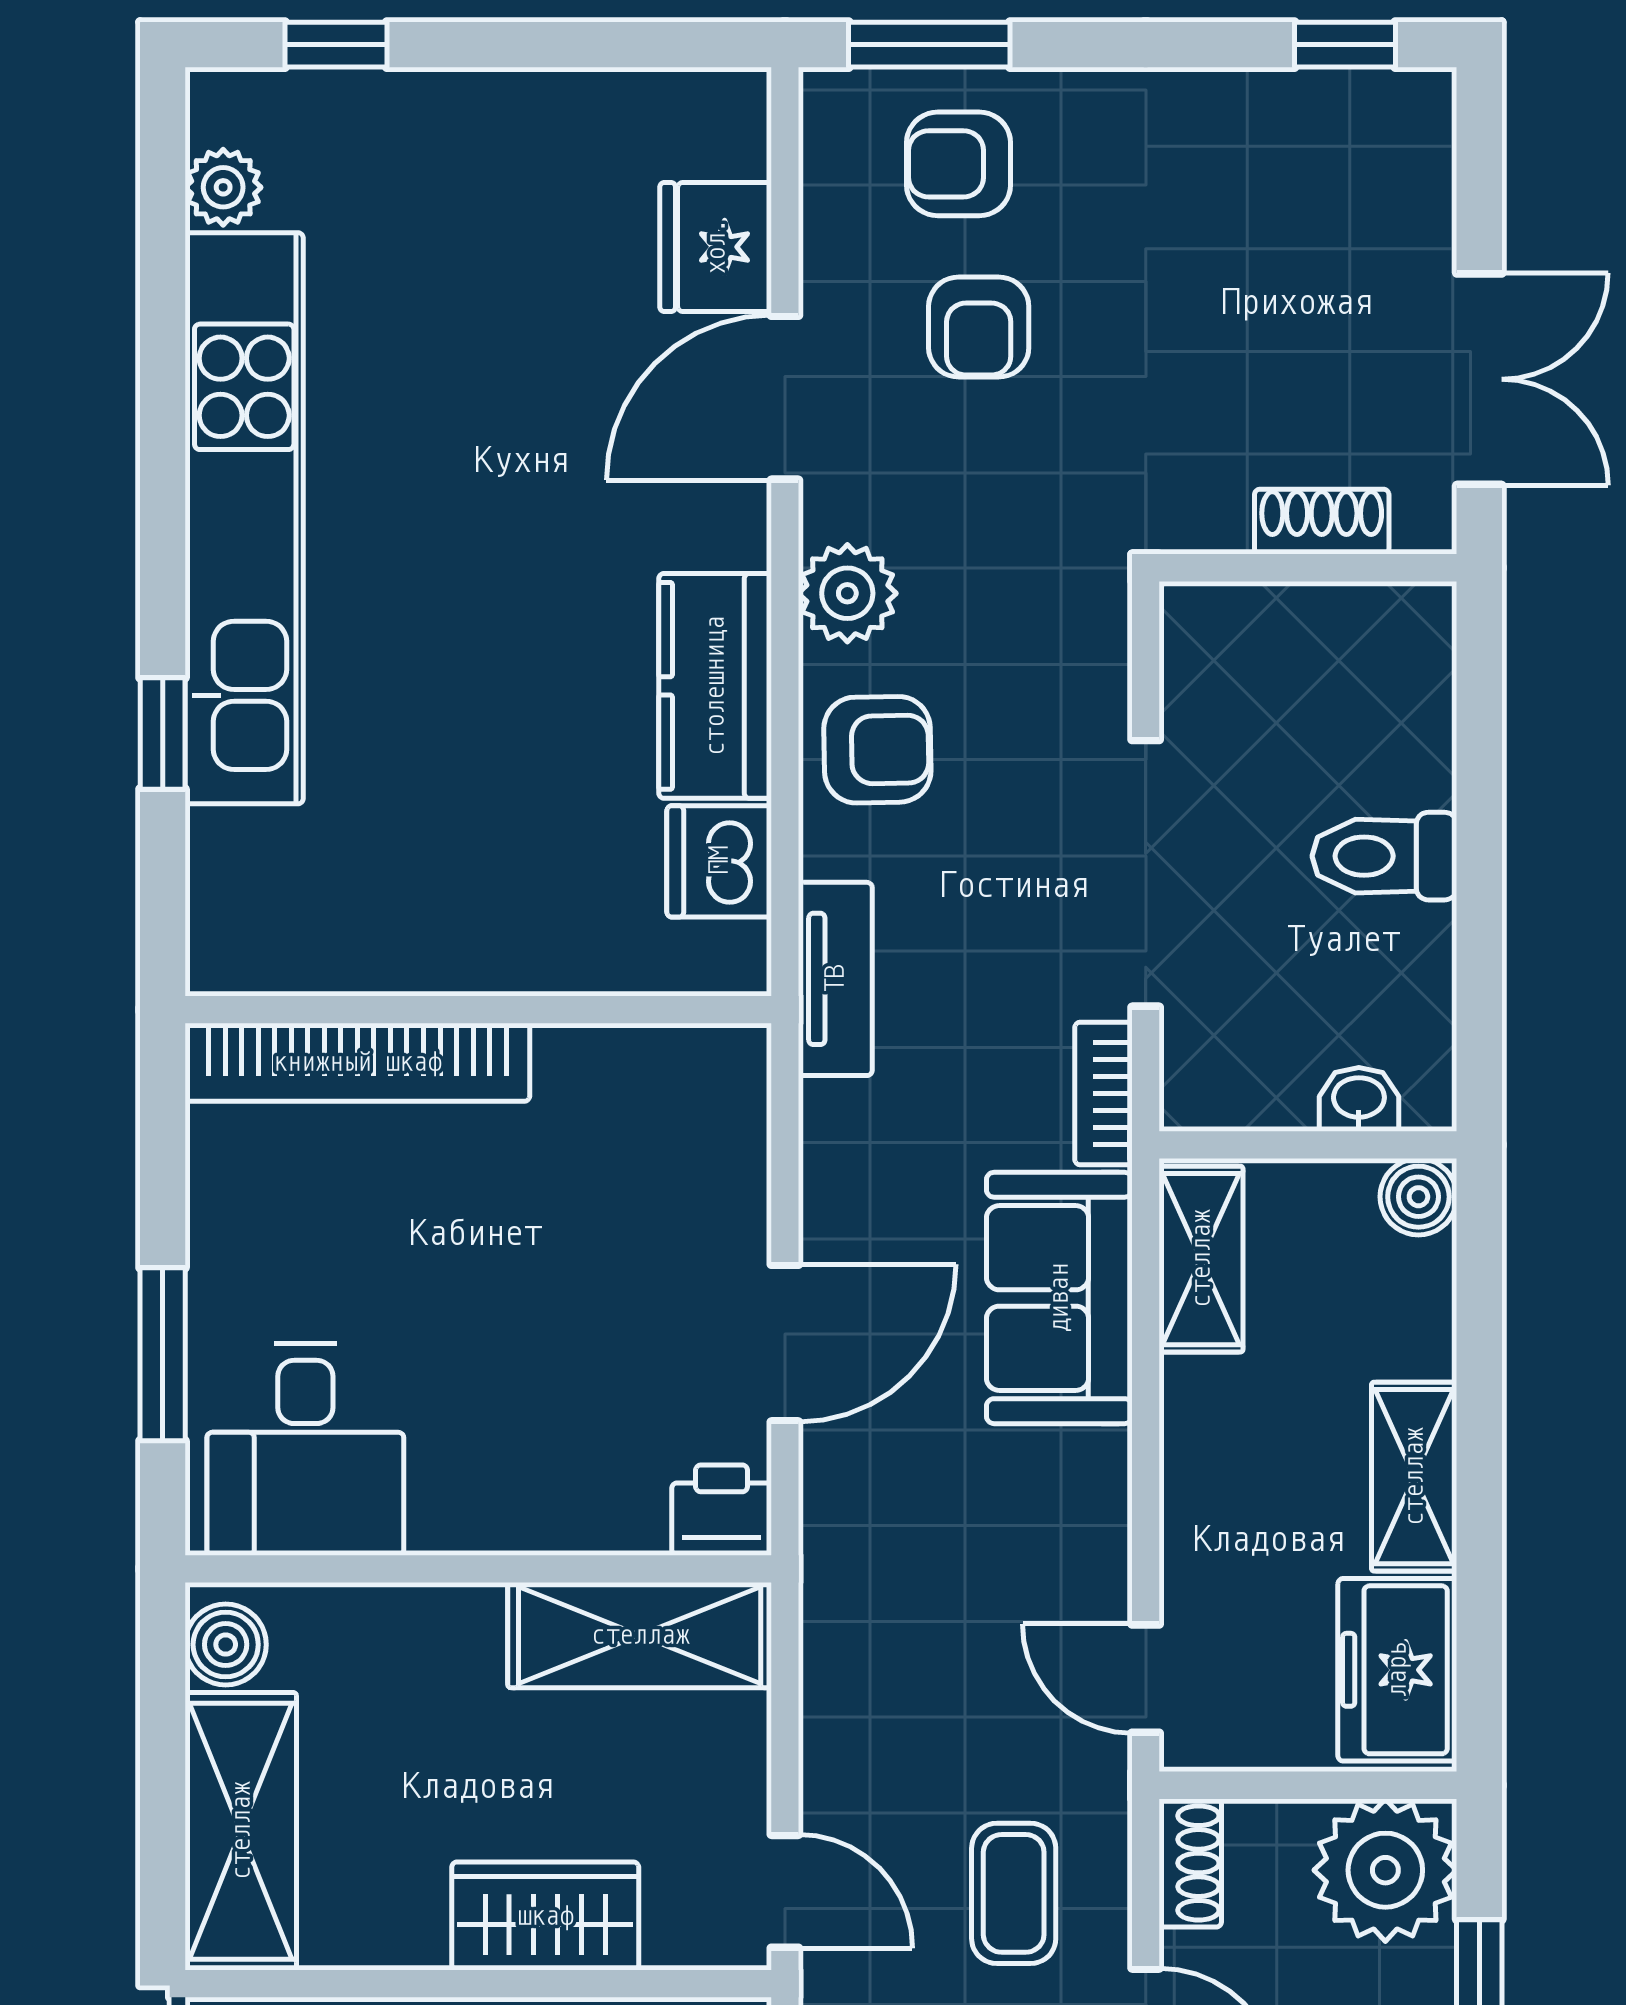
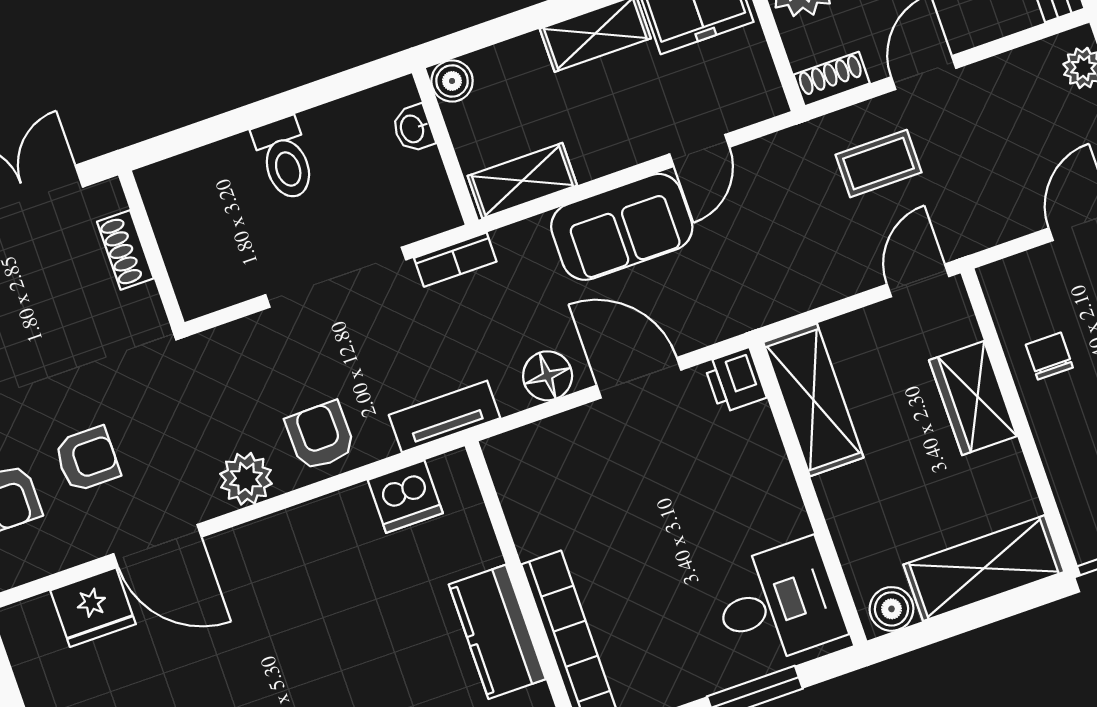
kitchen counter: (715, 686) -> (497, 632), moved, turned 90
floor lamp: (844, 1184) -> (548, 376), added
sofa: (1059, 1298) -> (622, 227), moved
door: (1146, 1679) -> (699, 151), moved

